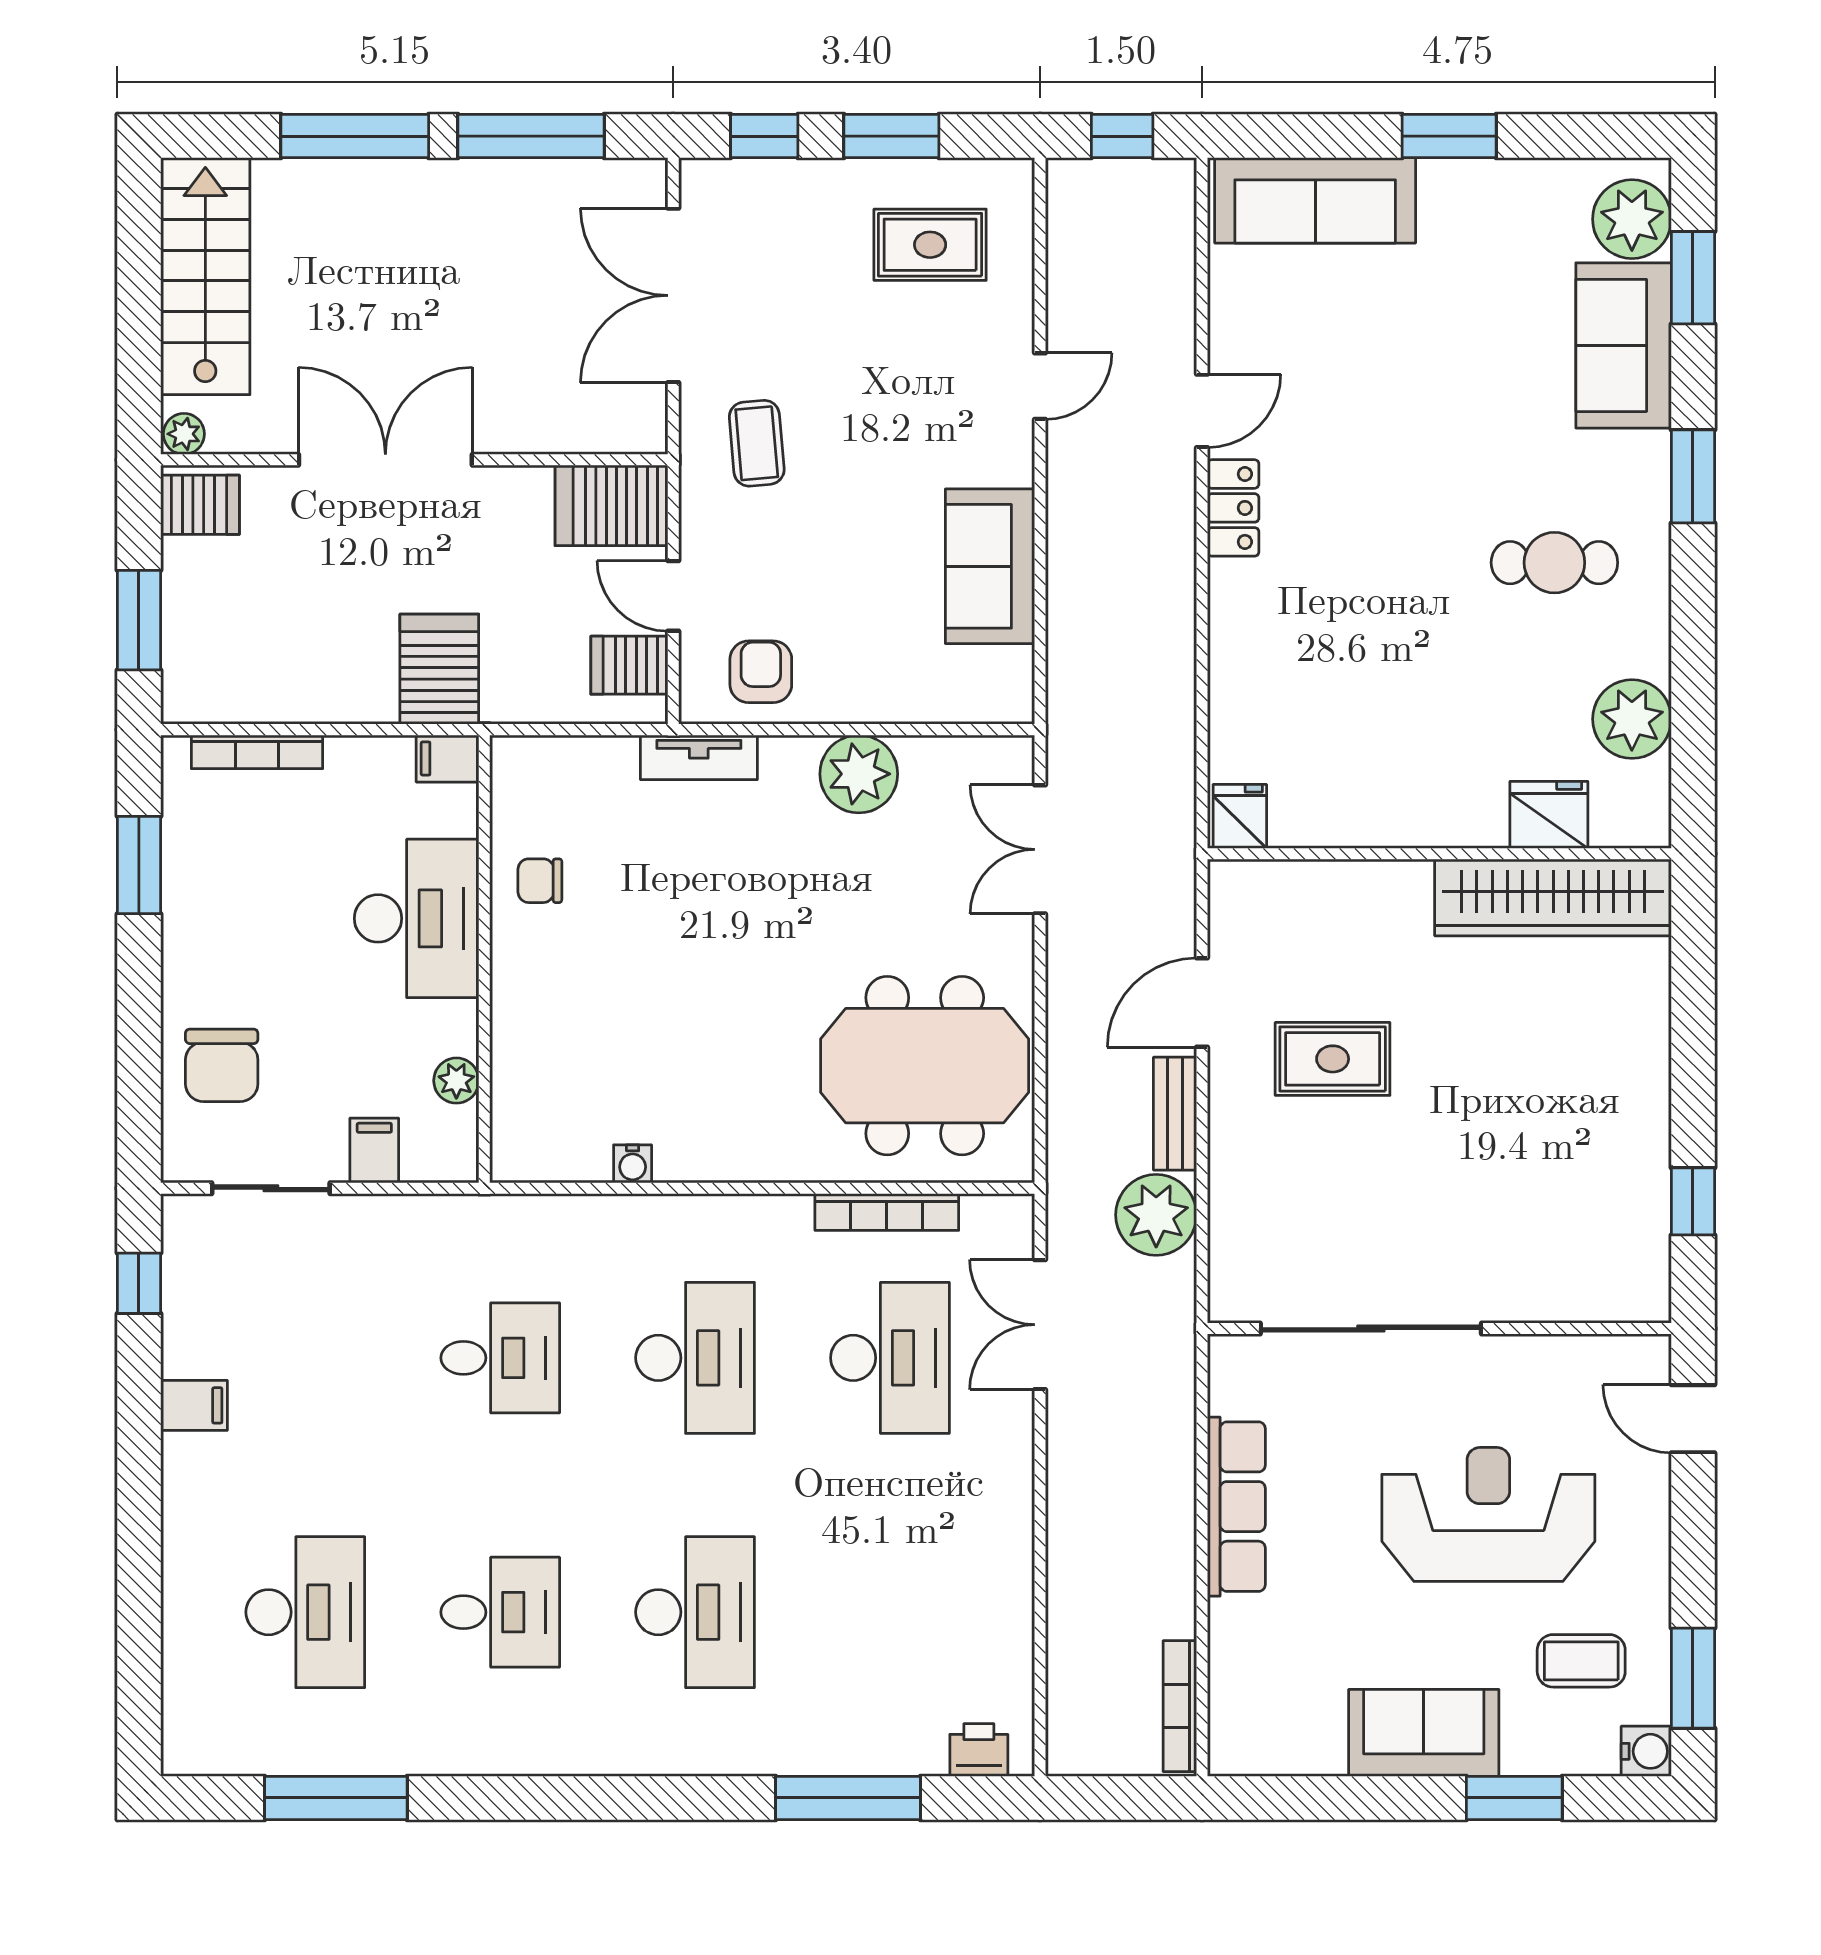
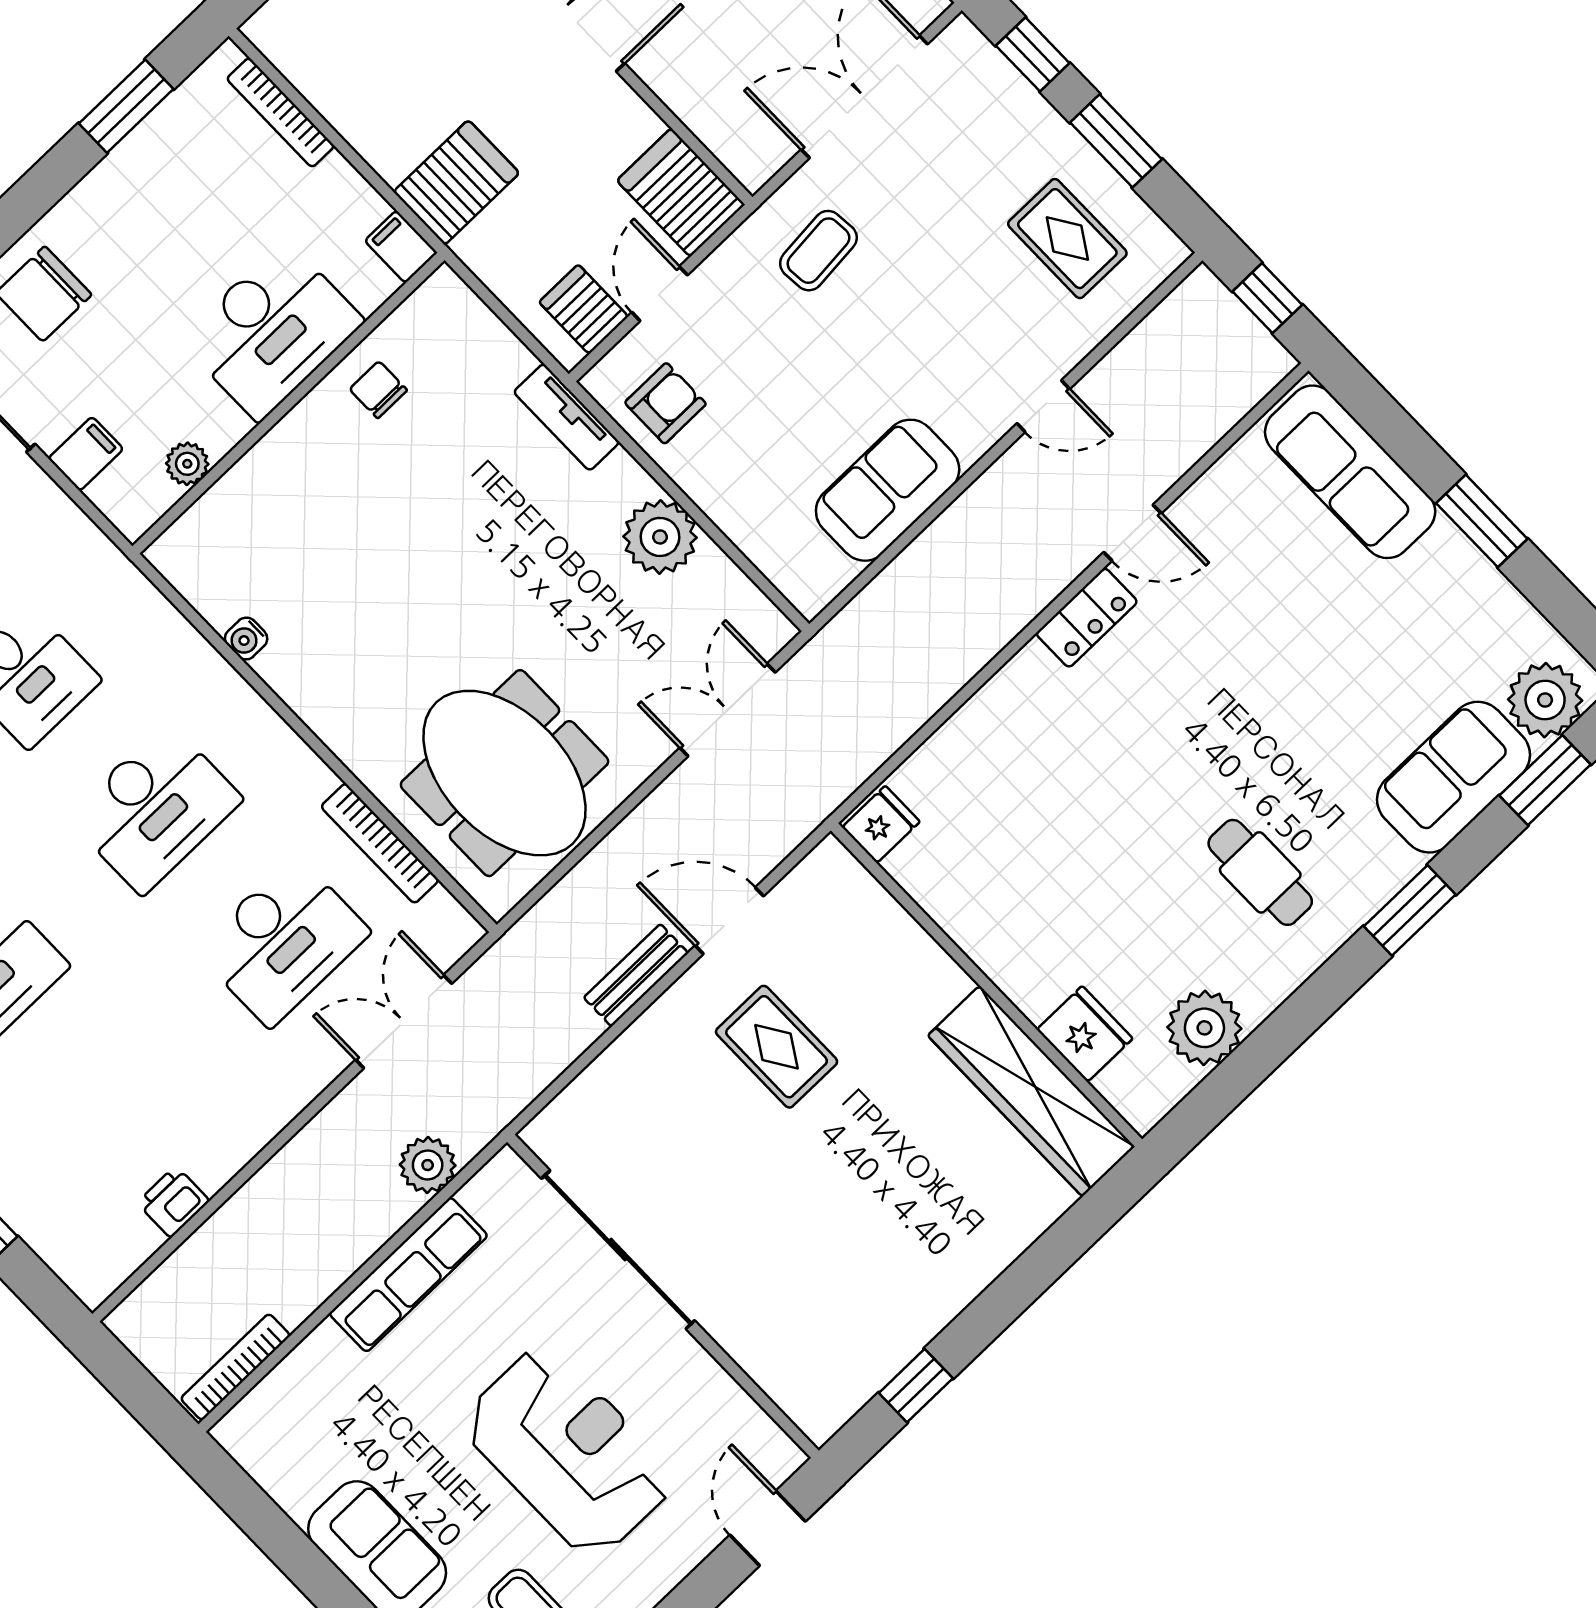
plant: (1156, 1215) -> (428, 1165), moved, width x0.73, depth x0.73
printer: (979, 1750) -> (173, 1202), moved, turned -90

